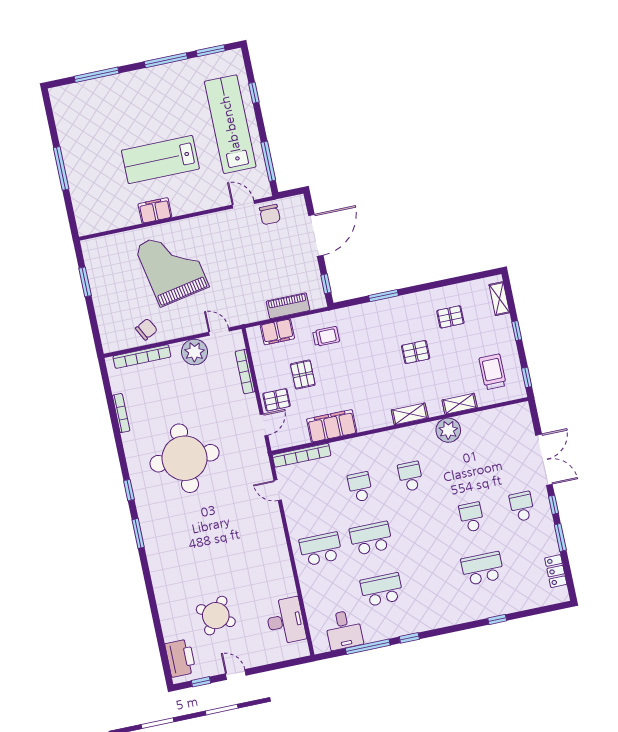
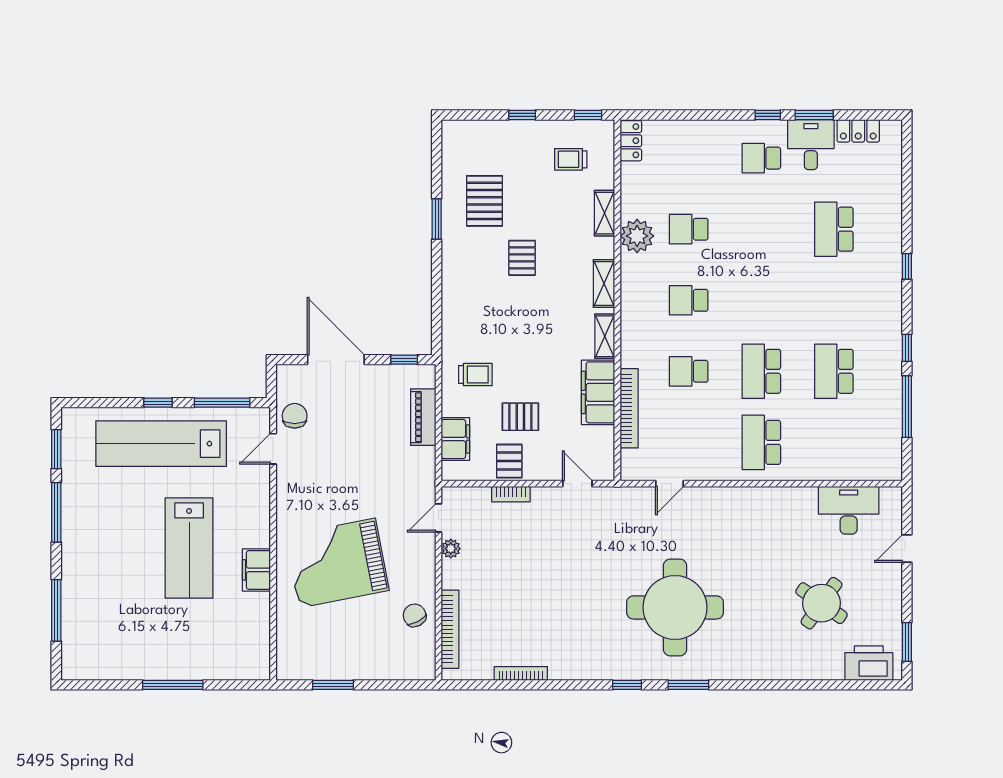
window: (254, 93) -> (158, 403), moved
chair: (270, 215) -> (295, 416), turned -90
window: (383, 296) -> (437, 219), moved
shelving: (499, 299) -> (605, 336), moved, turned 90
pallet: (450, 317) -> (485, 201), width x1.50, depth x1.42
trolley: (326, 336) -> (475, 375), turned 90
plant: (194, 352) -> (451, 549), width x0.53, depth x0.53
bookcase: (245, 372) -> (511, 494), width x0.64
trolley: (493, 372) -> (571, 159), width x0.73, depth x0.72
pallet: (277, 400) -> (509, 461), moved
locker: (515, 412) -> (631, 141), added
bookcase: (302, 455) -> (629, 408), moved
round table: (185, 458) -> (675, 607), moved
double door: (544, 460) -> (704, 115), removed
school desk: (472, 517) -> (689, 229), moved
window: (497, 619) -> (907, 266), moved
desk: (344, 630) -> (811, 145), moved, turned -90
door: (236, 675) -> (907, 549), moved
window: (201, 682) -> (907, 642), width x1.50

